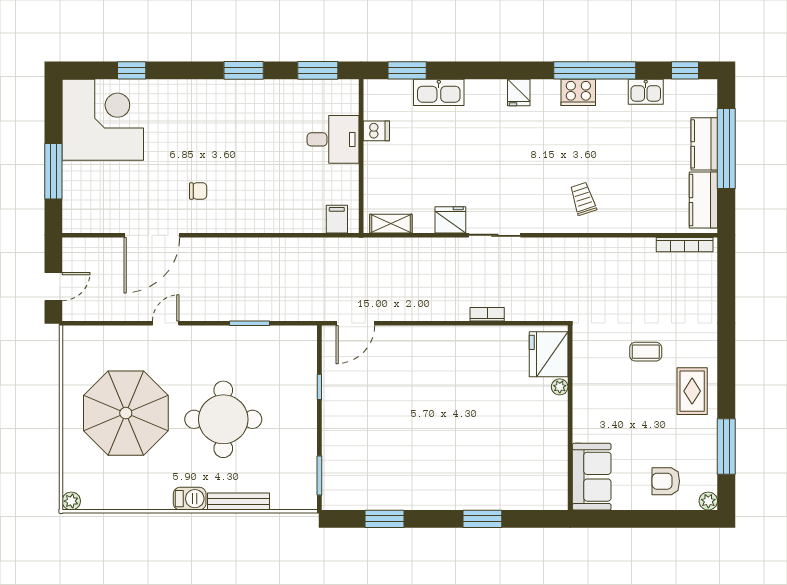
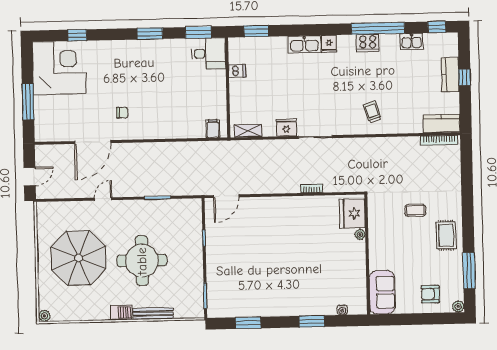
kitchen sink: (439, 92) -> (304, 44), moved
desk: (333, 139) -> (209, 54), moved
window: (726, 148) -> (465, 77), width x0.32
kitchen counter: (703, 200) -> (442, 124), moved, turned 90
water cooler: (530, 502) -> (342, 310), added

